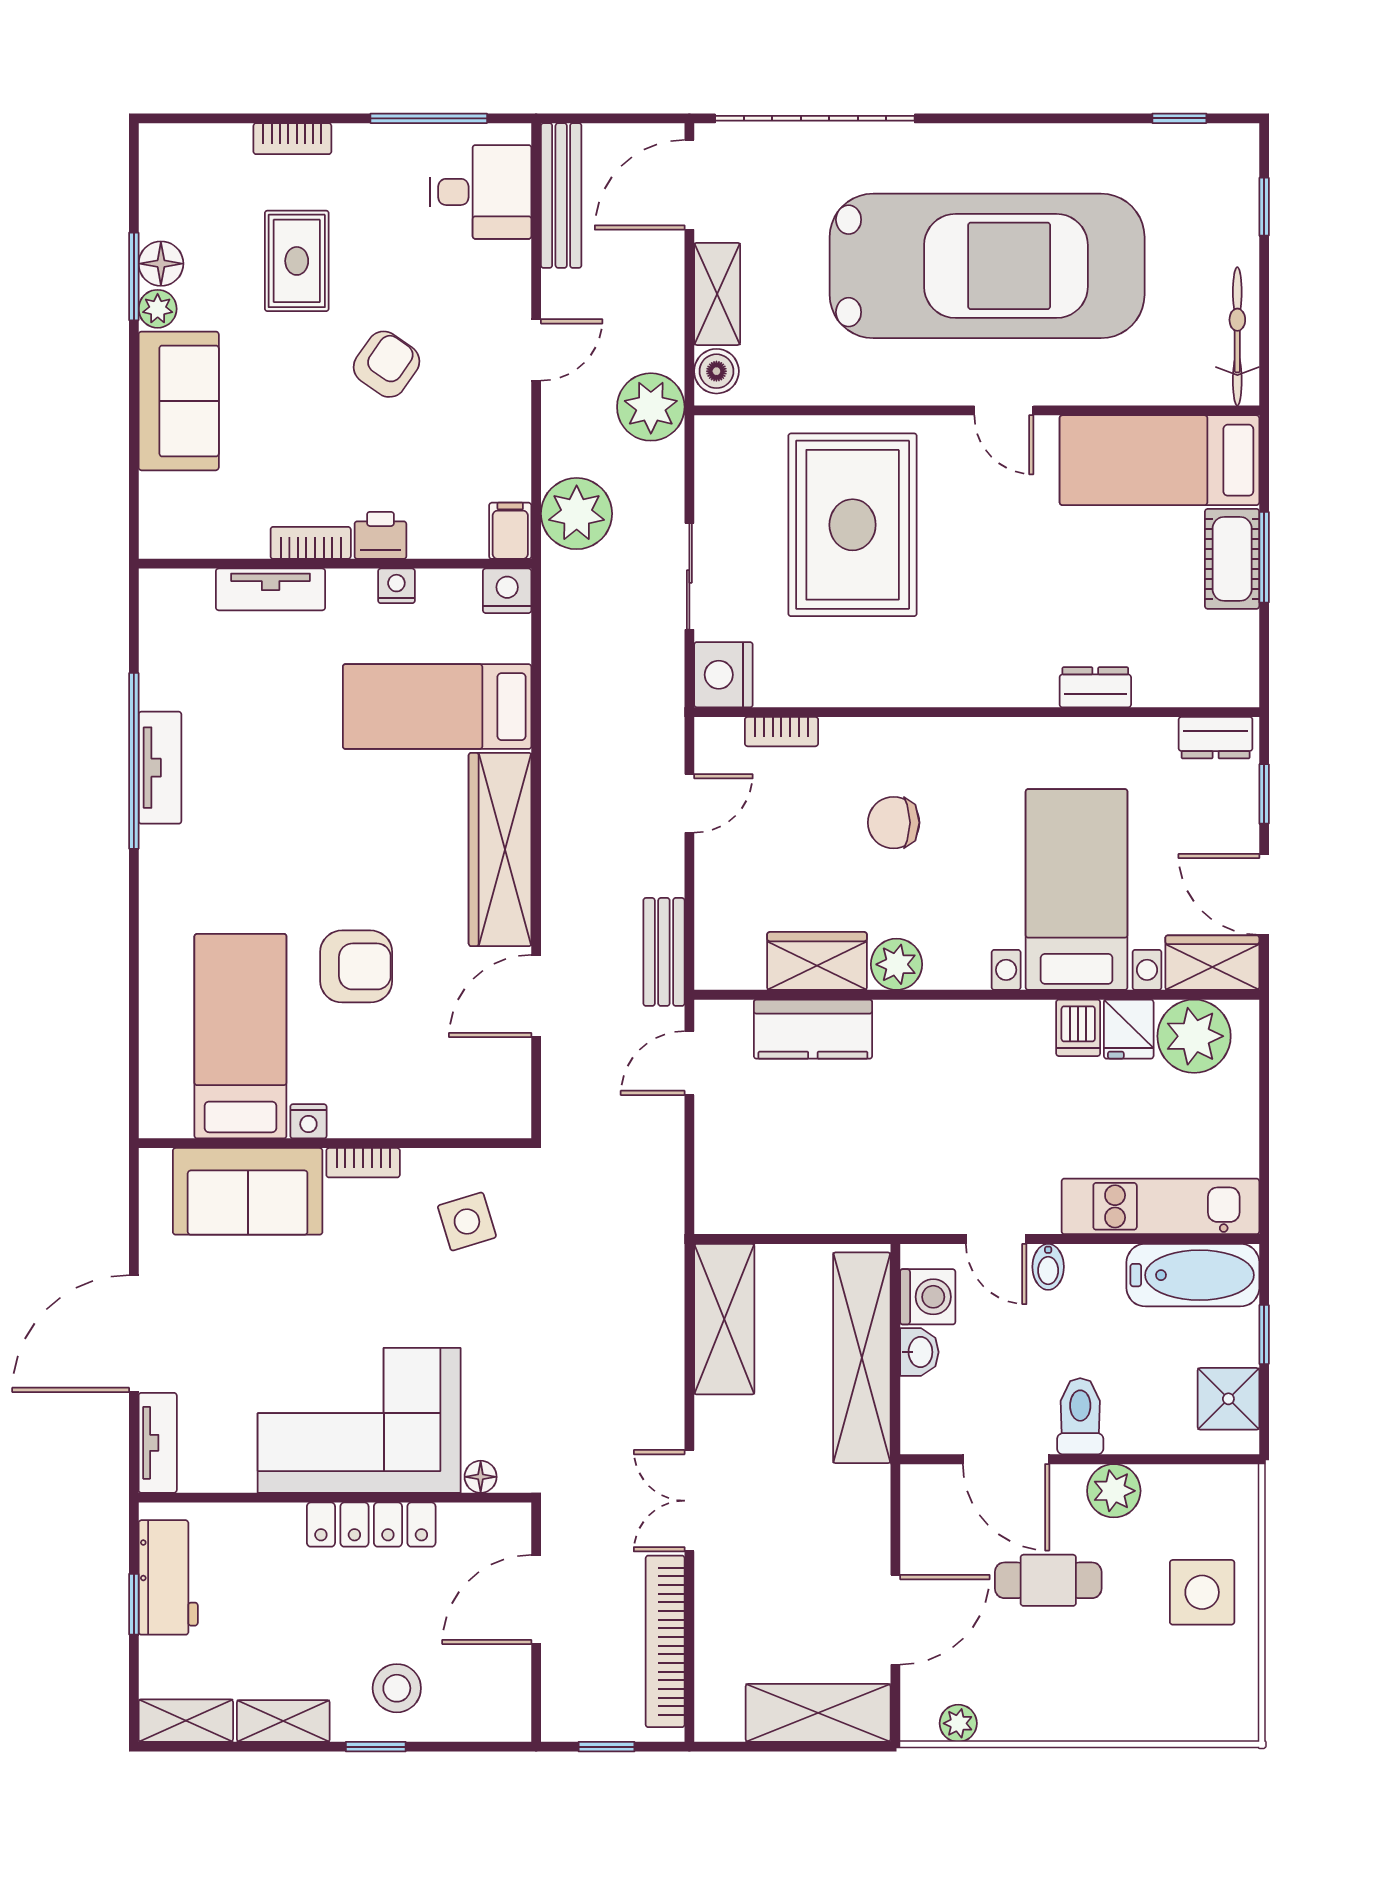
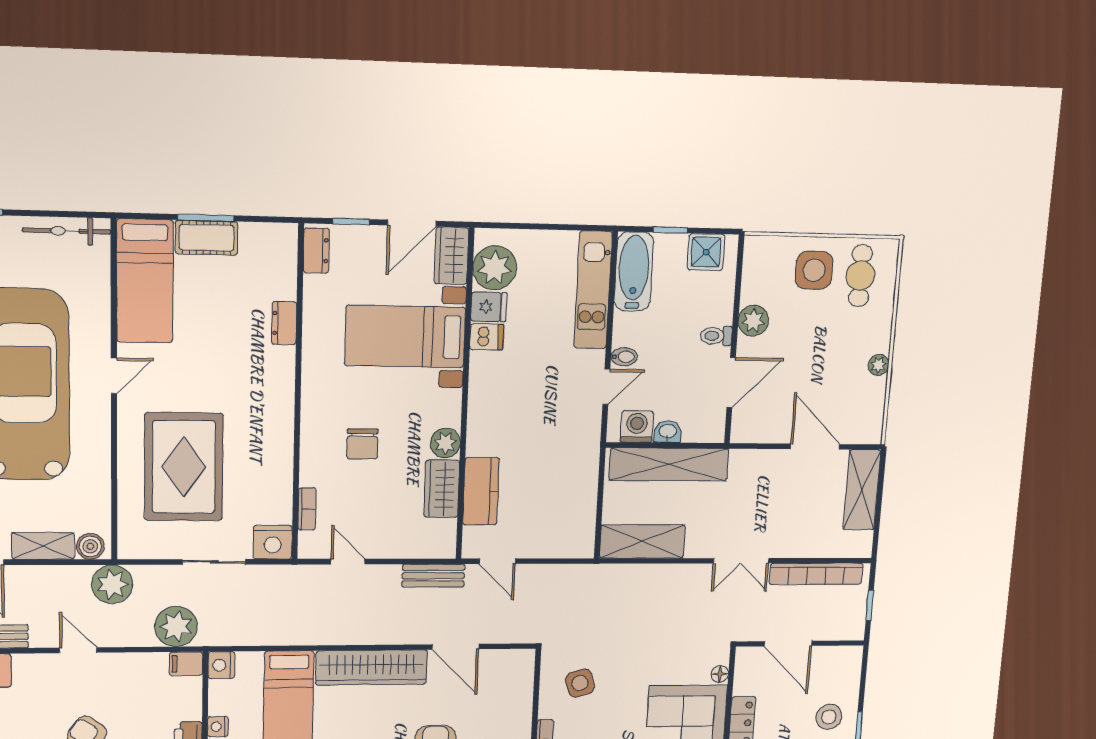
rug: (853, 525) -> (184, 467), turned 90
toilet: (1080, 1416) -> (716, 336), width x0.73, depth x0.72
cafe table: (1048, 1580) -> (860, 276), moved
plant: (958, 1723) -> (879, 365), moved

